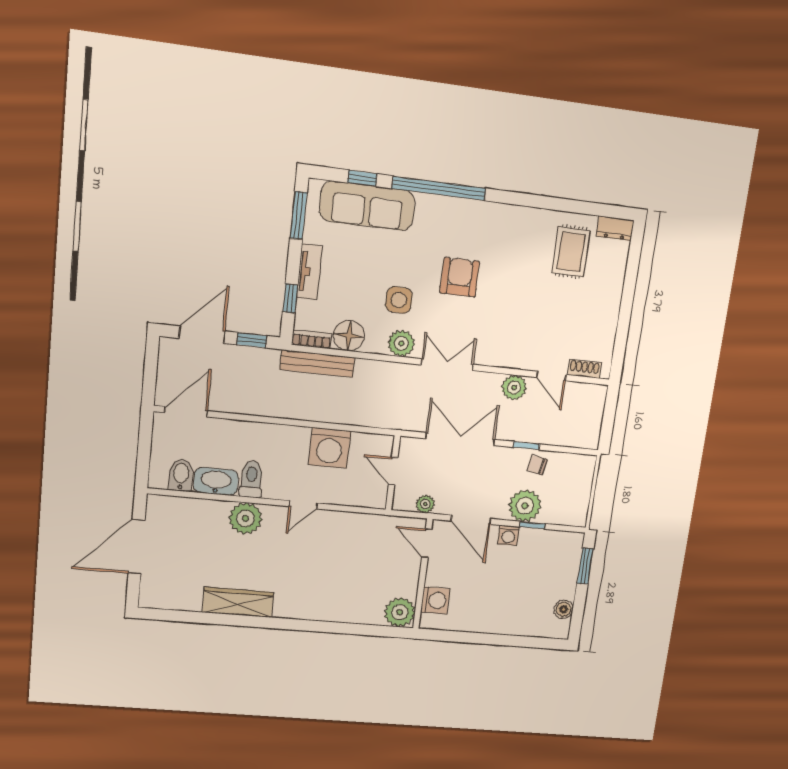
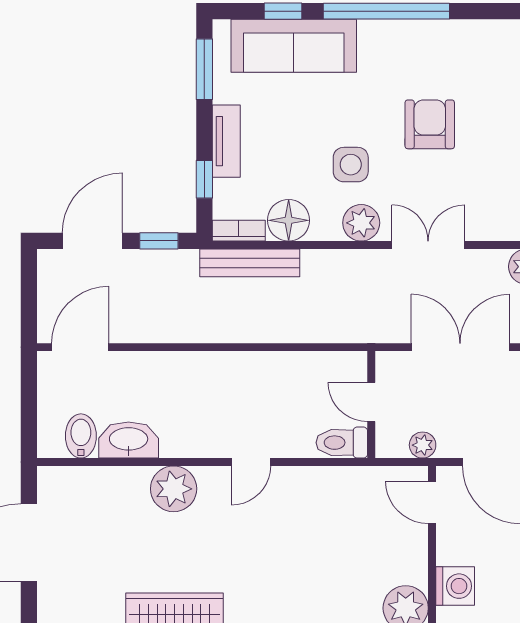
washing machine: (329, 448) -> (279, 378), removed
toilet: (251, 479) -> (342, 443), moved, turned -90

